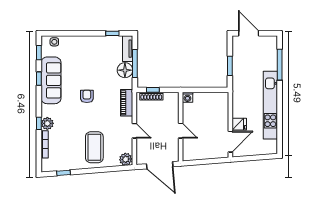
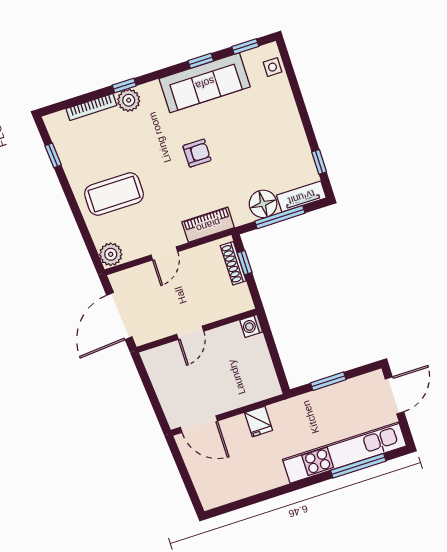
kitchen unit: (270, 105) -> (344, 453), moved
fridge: (239, 124) -> (259, 421), moved

